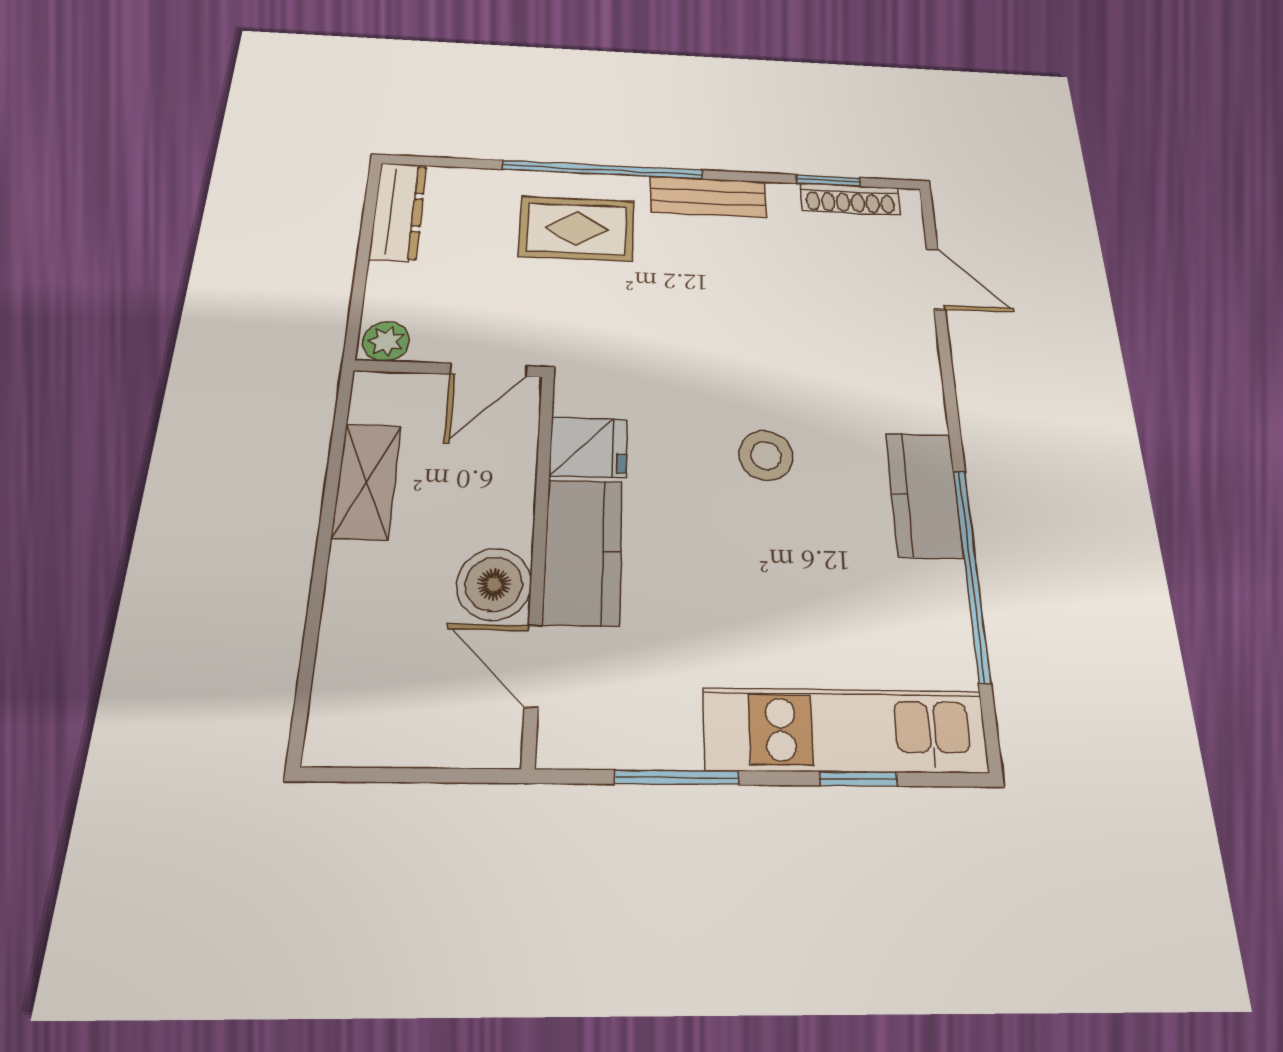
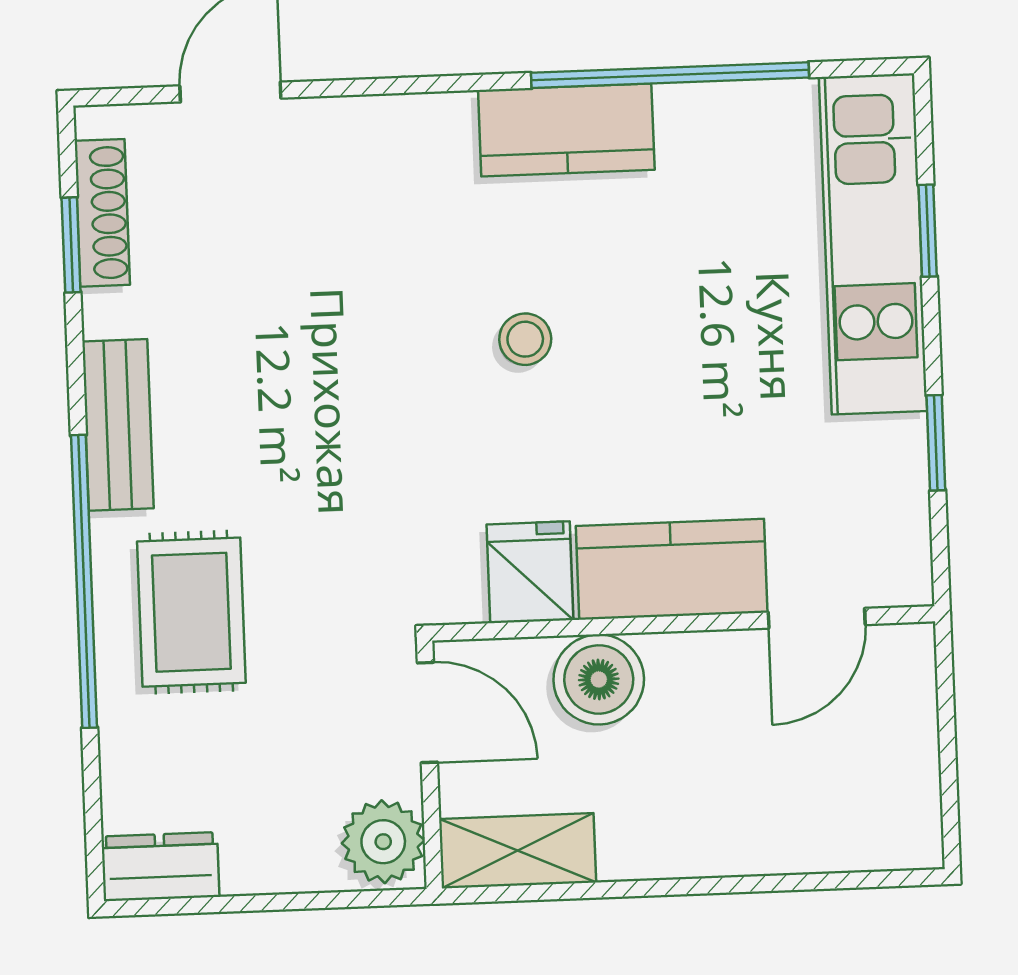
dresser: (398, 212) -> (160, 867), width x0.70
plant: (386, 341) -> (383, 842), width x1.38, depth x1.38
stool: (766, 456) -> (525, 339), width x0.73, depth x0.73
shelving: (367, 481) -> (518, 851), moved
boiler: (494, 584) -> (599, 679), moved
window: (677, 777) -> (936, 443), width x0.67

